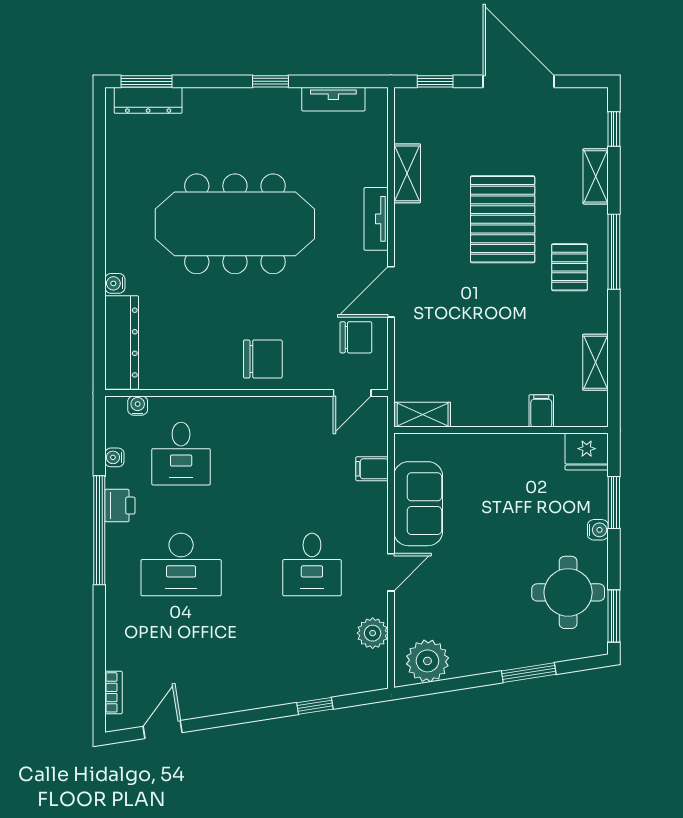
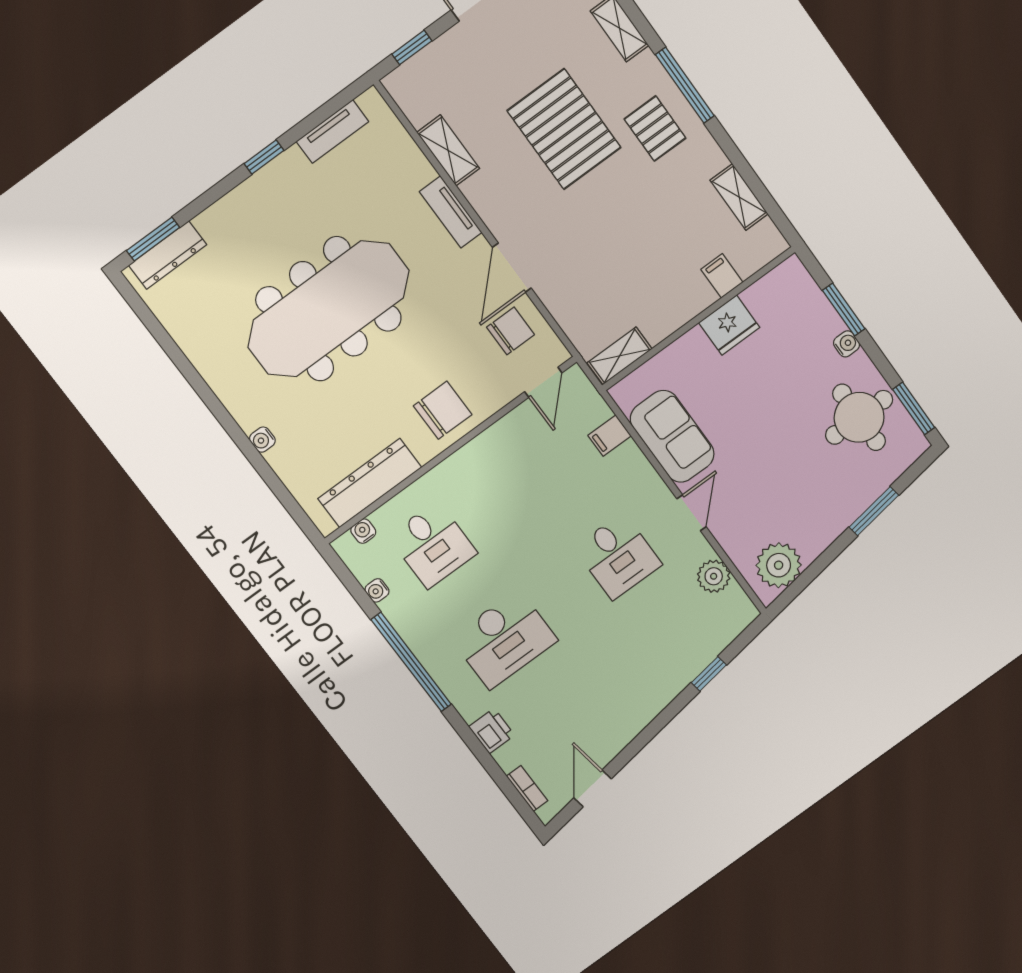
dresser: (122, 343) -> (370, 483), moved, turned -90
fridge: (587, 452) -> (729, 325), moved
printer: (120, 506) -> (492, 731), moved

